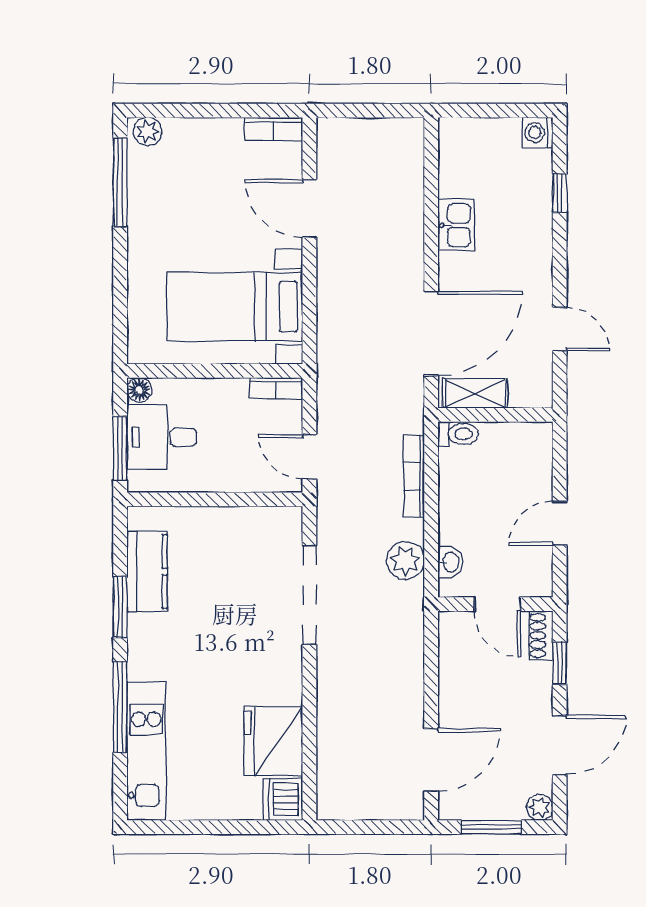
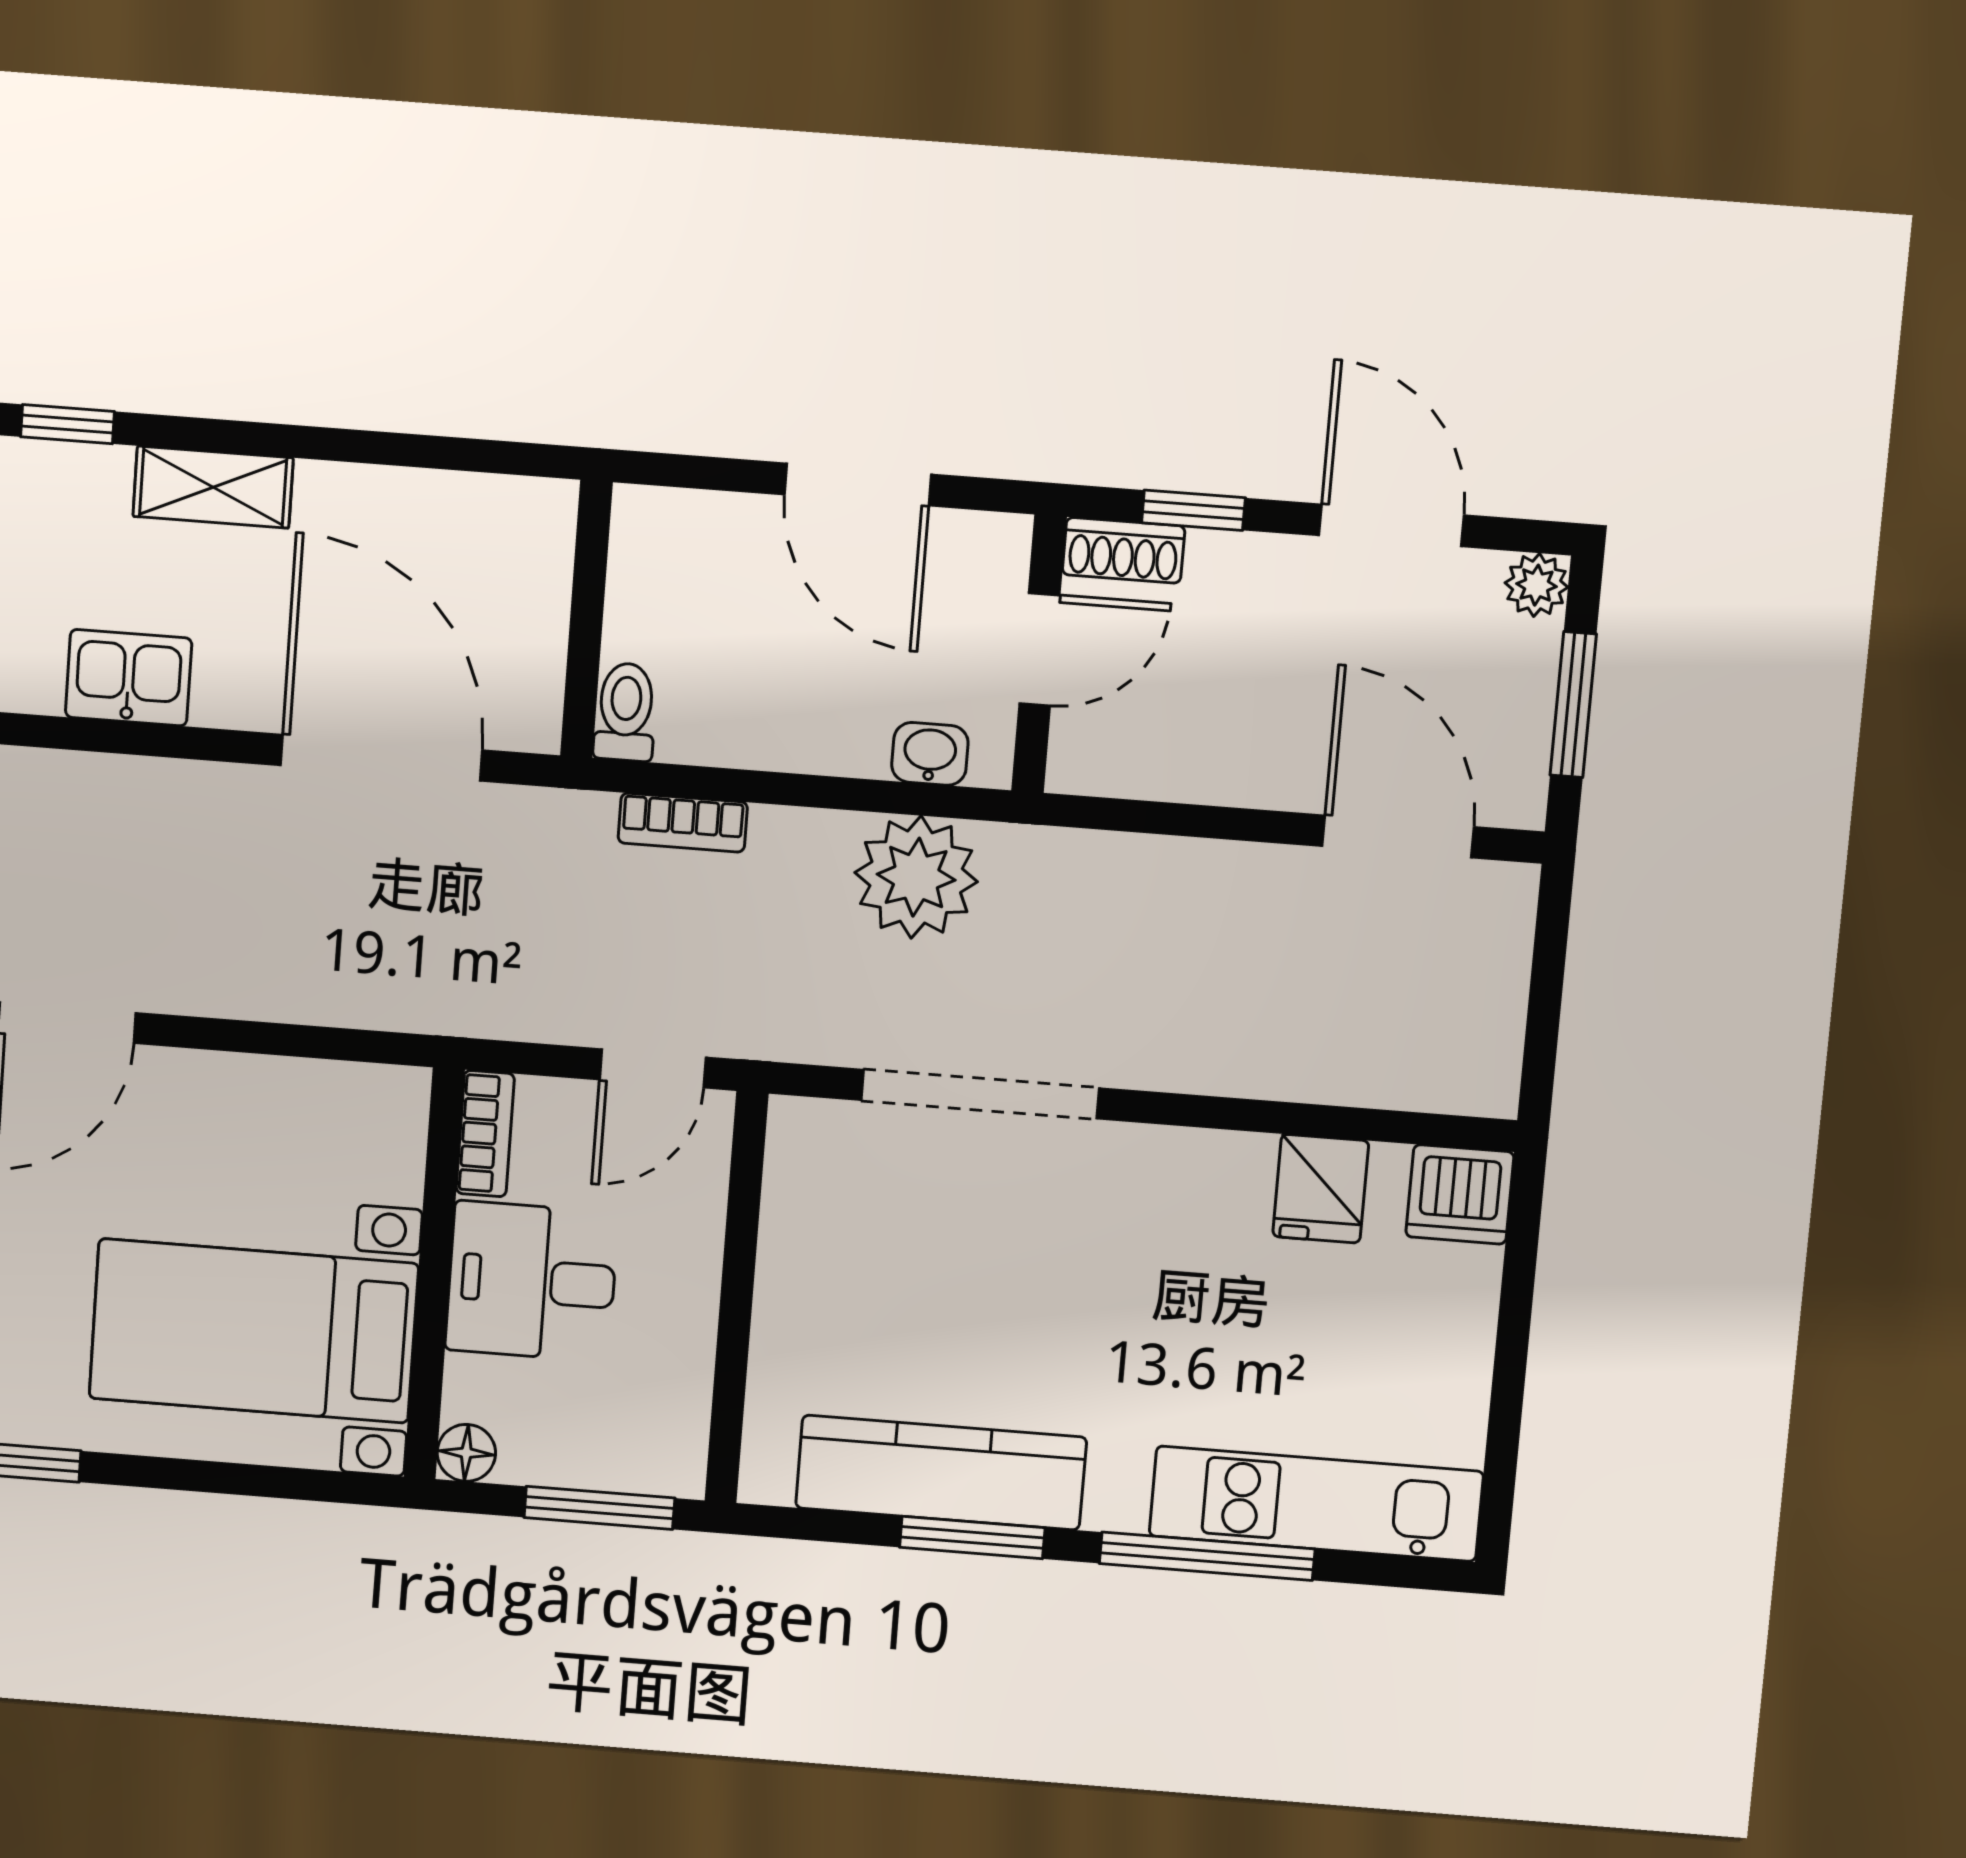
bed with nightstands: (235, 307) -> (254, 1331), moved, turned 90
door: (560, 329) -> (393, 449), removed
shelving: (475, 393) -> (213, 487), moved, turned 90
desk: (162, 437) -> (532, 1281), moved, turned 90
bookcase: (414, 476) -> (683, 823), width x0.64
door: (560, 523) -> (858, 485), width x1.37
plant: (405, 561) -> (916, 877), width x1.36, depth x1.36
kitchen counter: (147, 572) -> (941, 1473), width x1.50
fridge: (273, 741) -> (1321, 1189), width x0.53, depth x0.75

